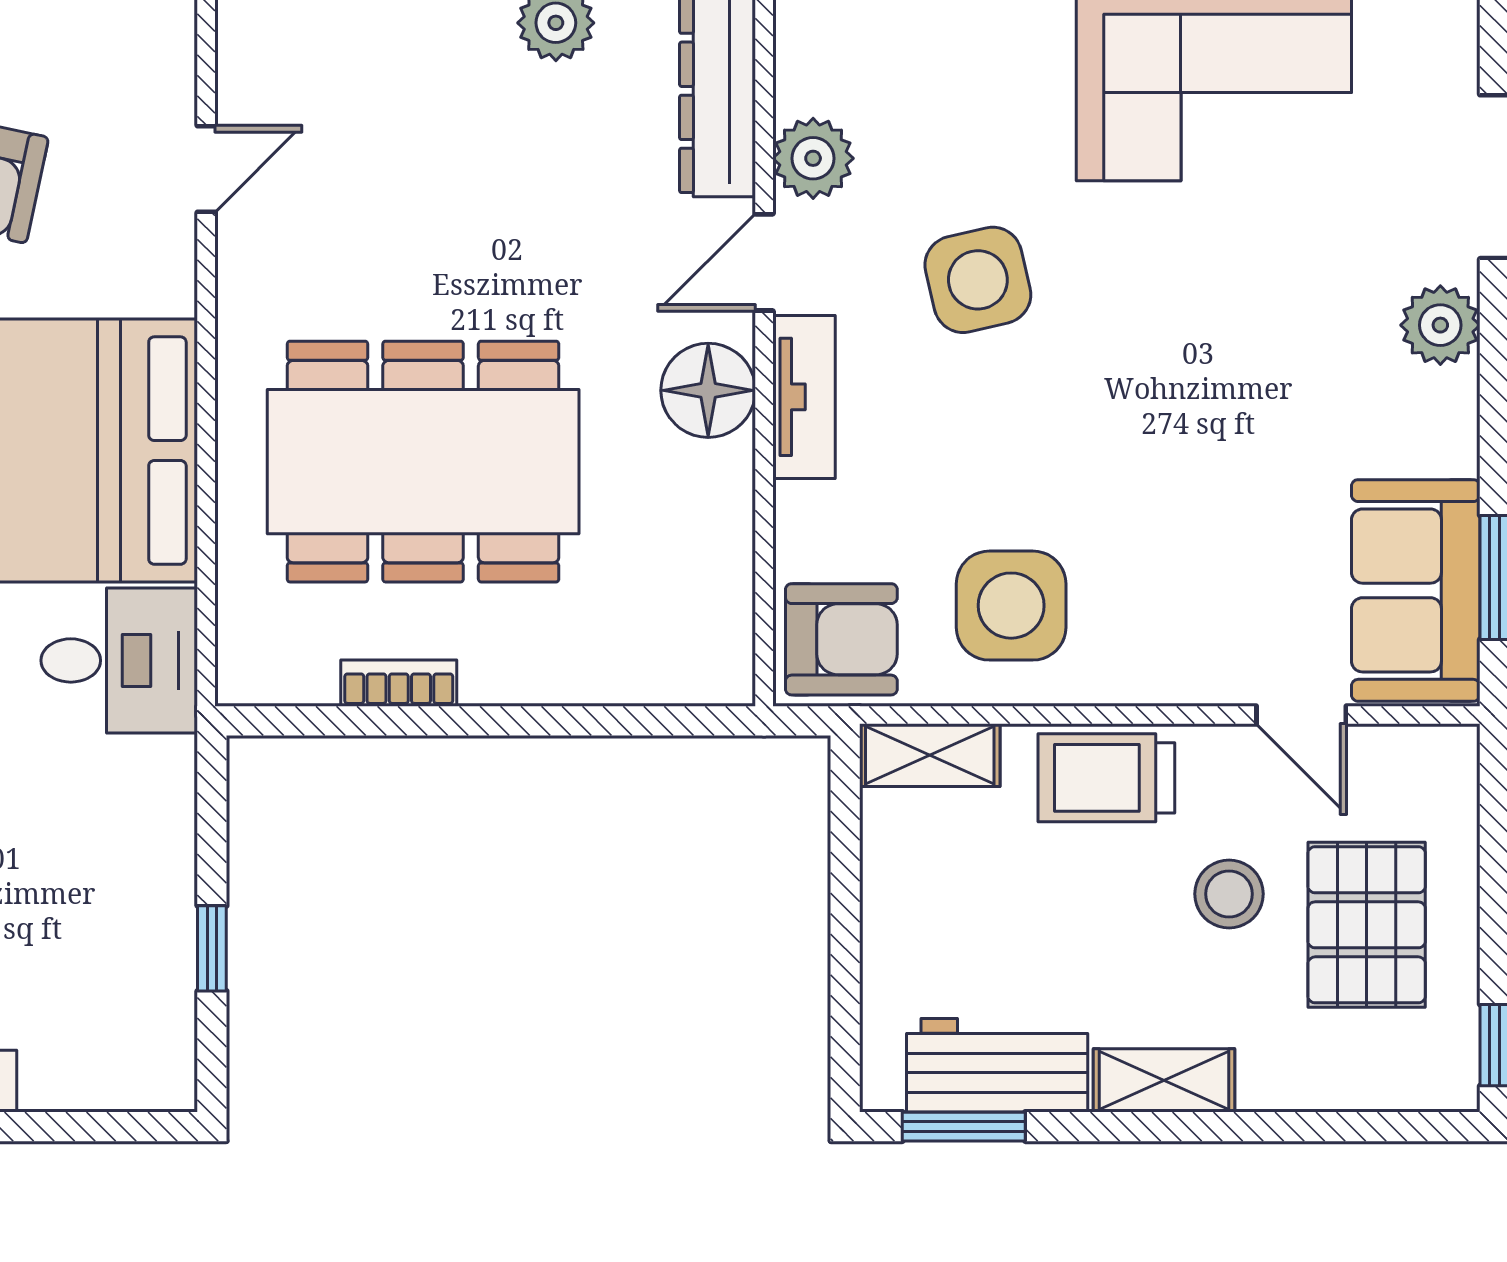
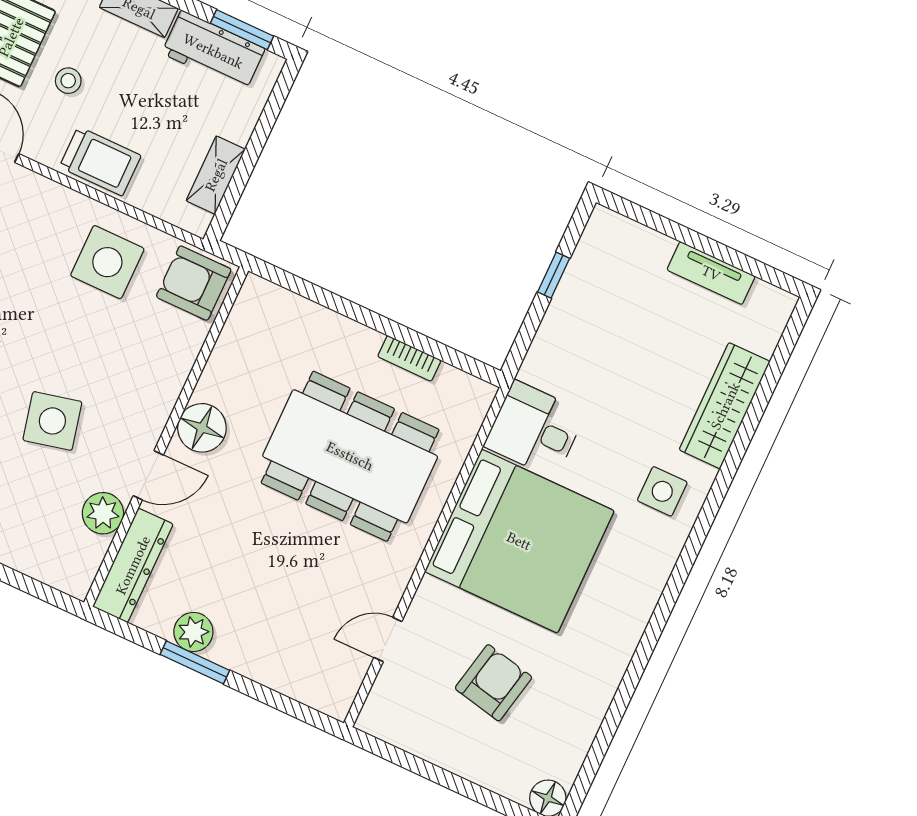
tv unit: (804, 397) -> (159, 404), removed
shelving: (930, 755) -> (216, 175), moved, turned 90
stool: (1229, 894) -> (68, 81), width x0.73, depth x0.73

